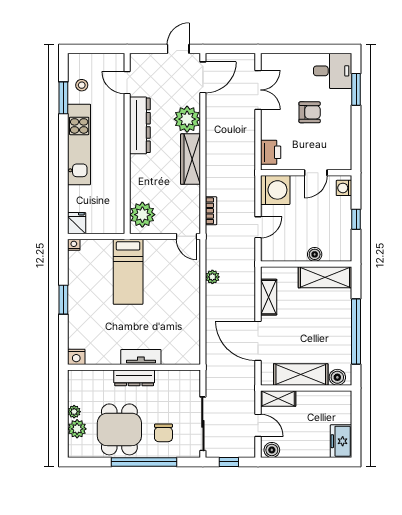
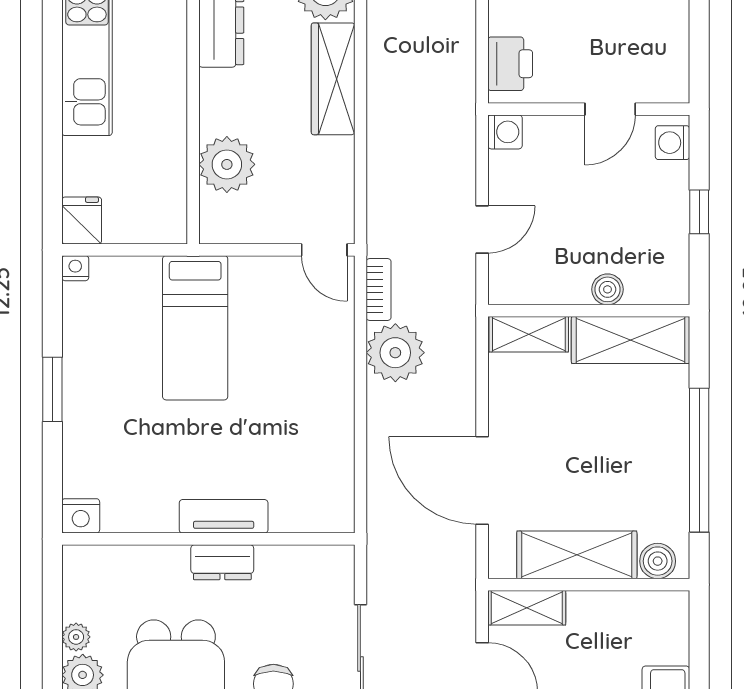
washing machine: (275, 190) -> (505, 132), width x0.53, depth x0.53
bookcase: (211, 211) -> (379, 289), moved
plant: (142, 215) -> (227, 164), moved
plant: (212, 277) -> (395, 353), width x1.87, depth x1.87
shelving: (269, 297) -> (529, 334), moved, turned 90
dresser: (134, 378) -> (222, 562), width x0.70

